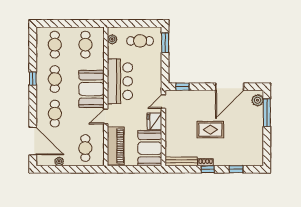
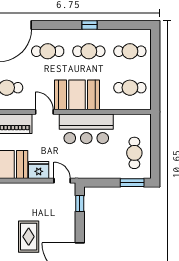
plant: (112, 39) -> (136, 120), removed

